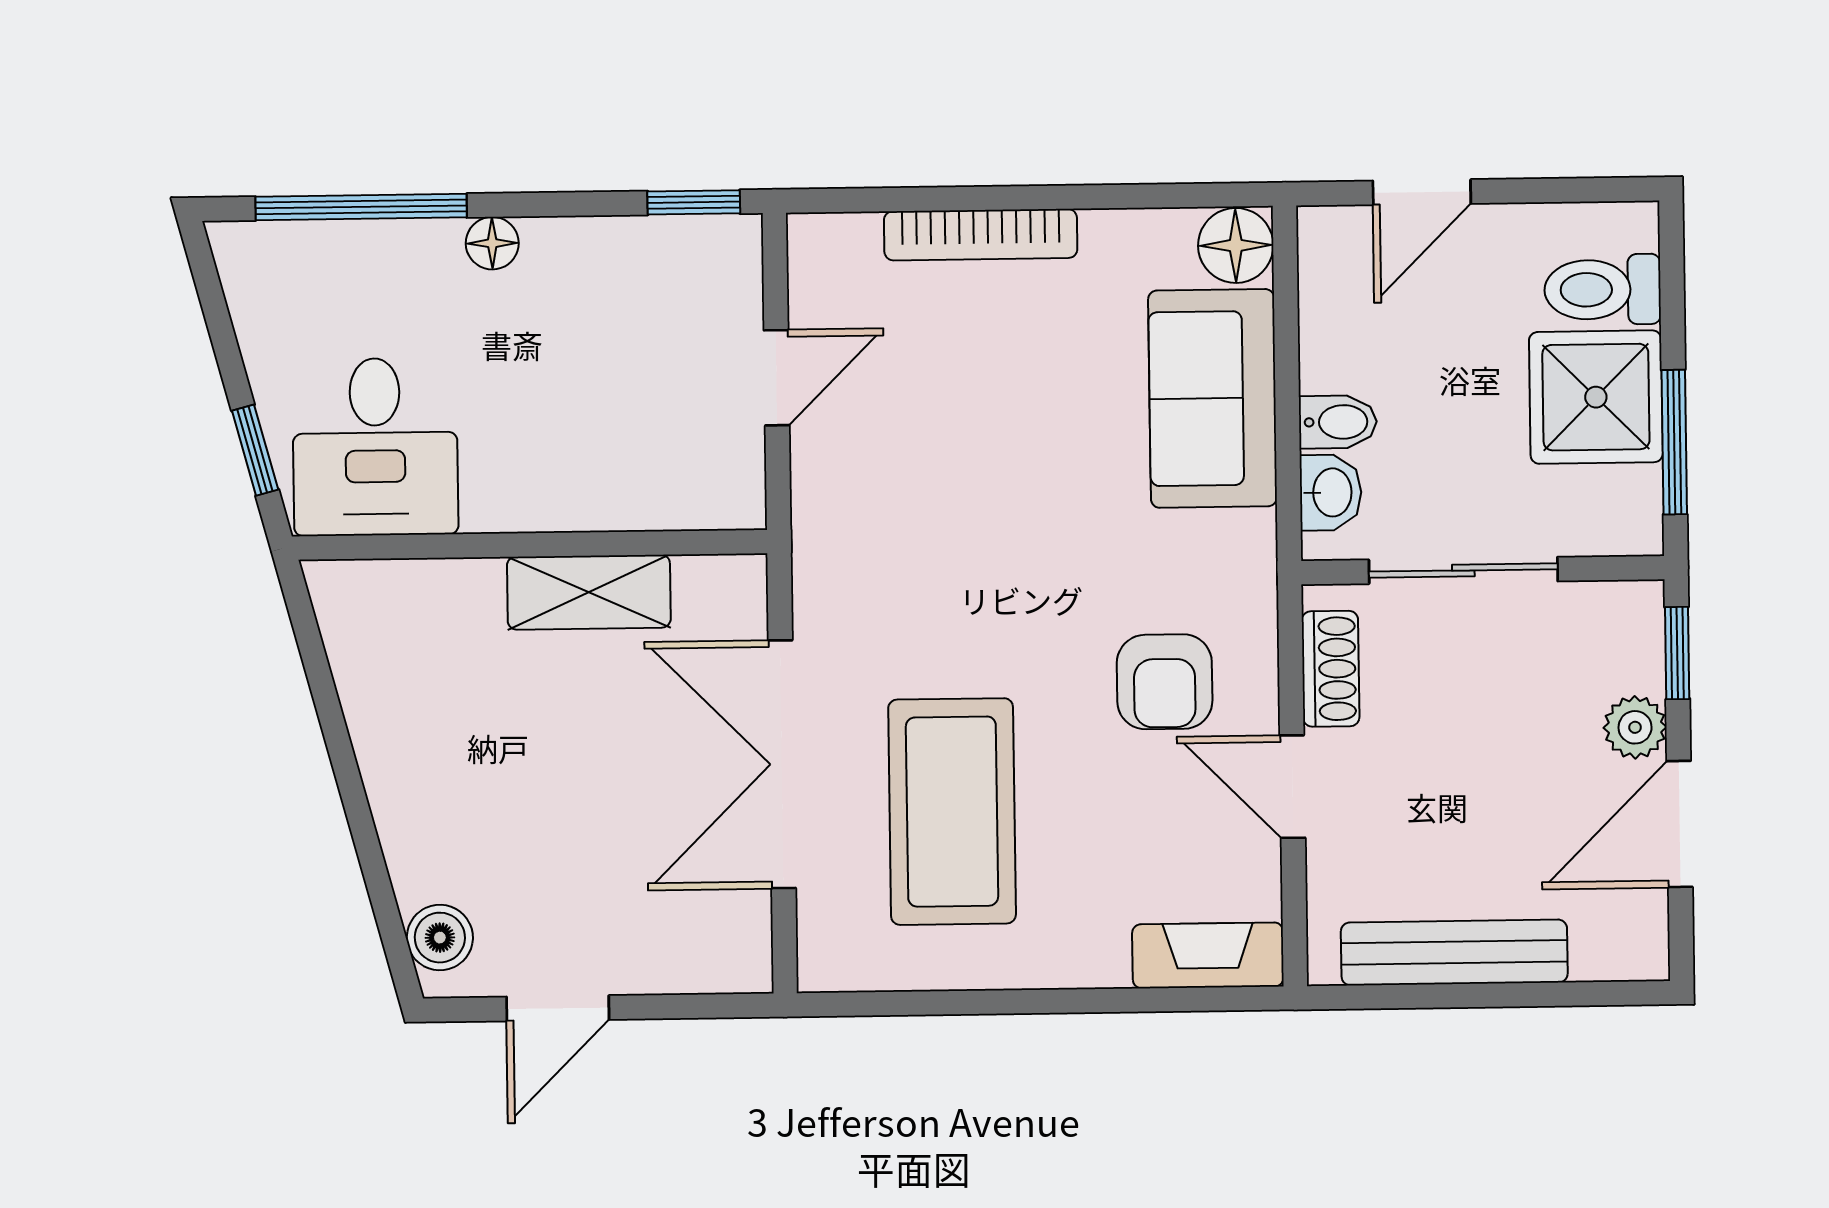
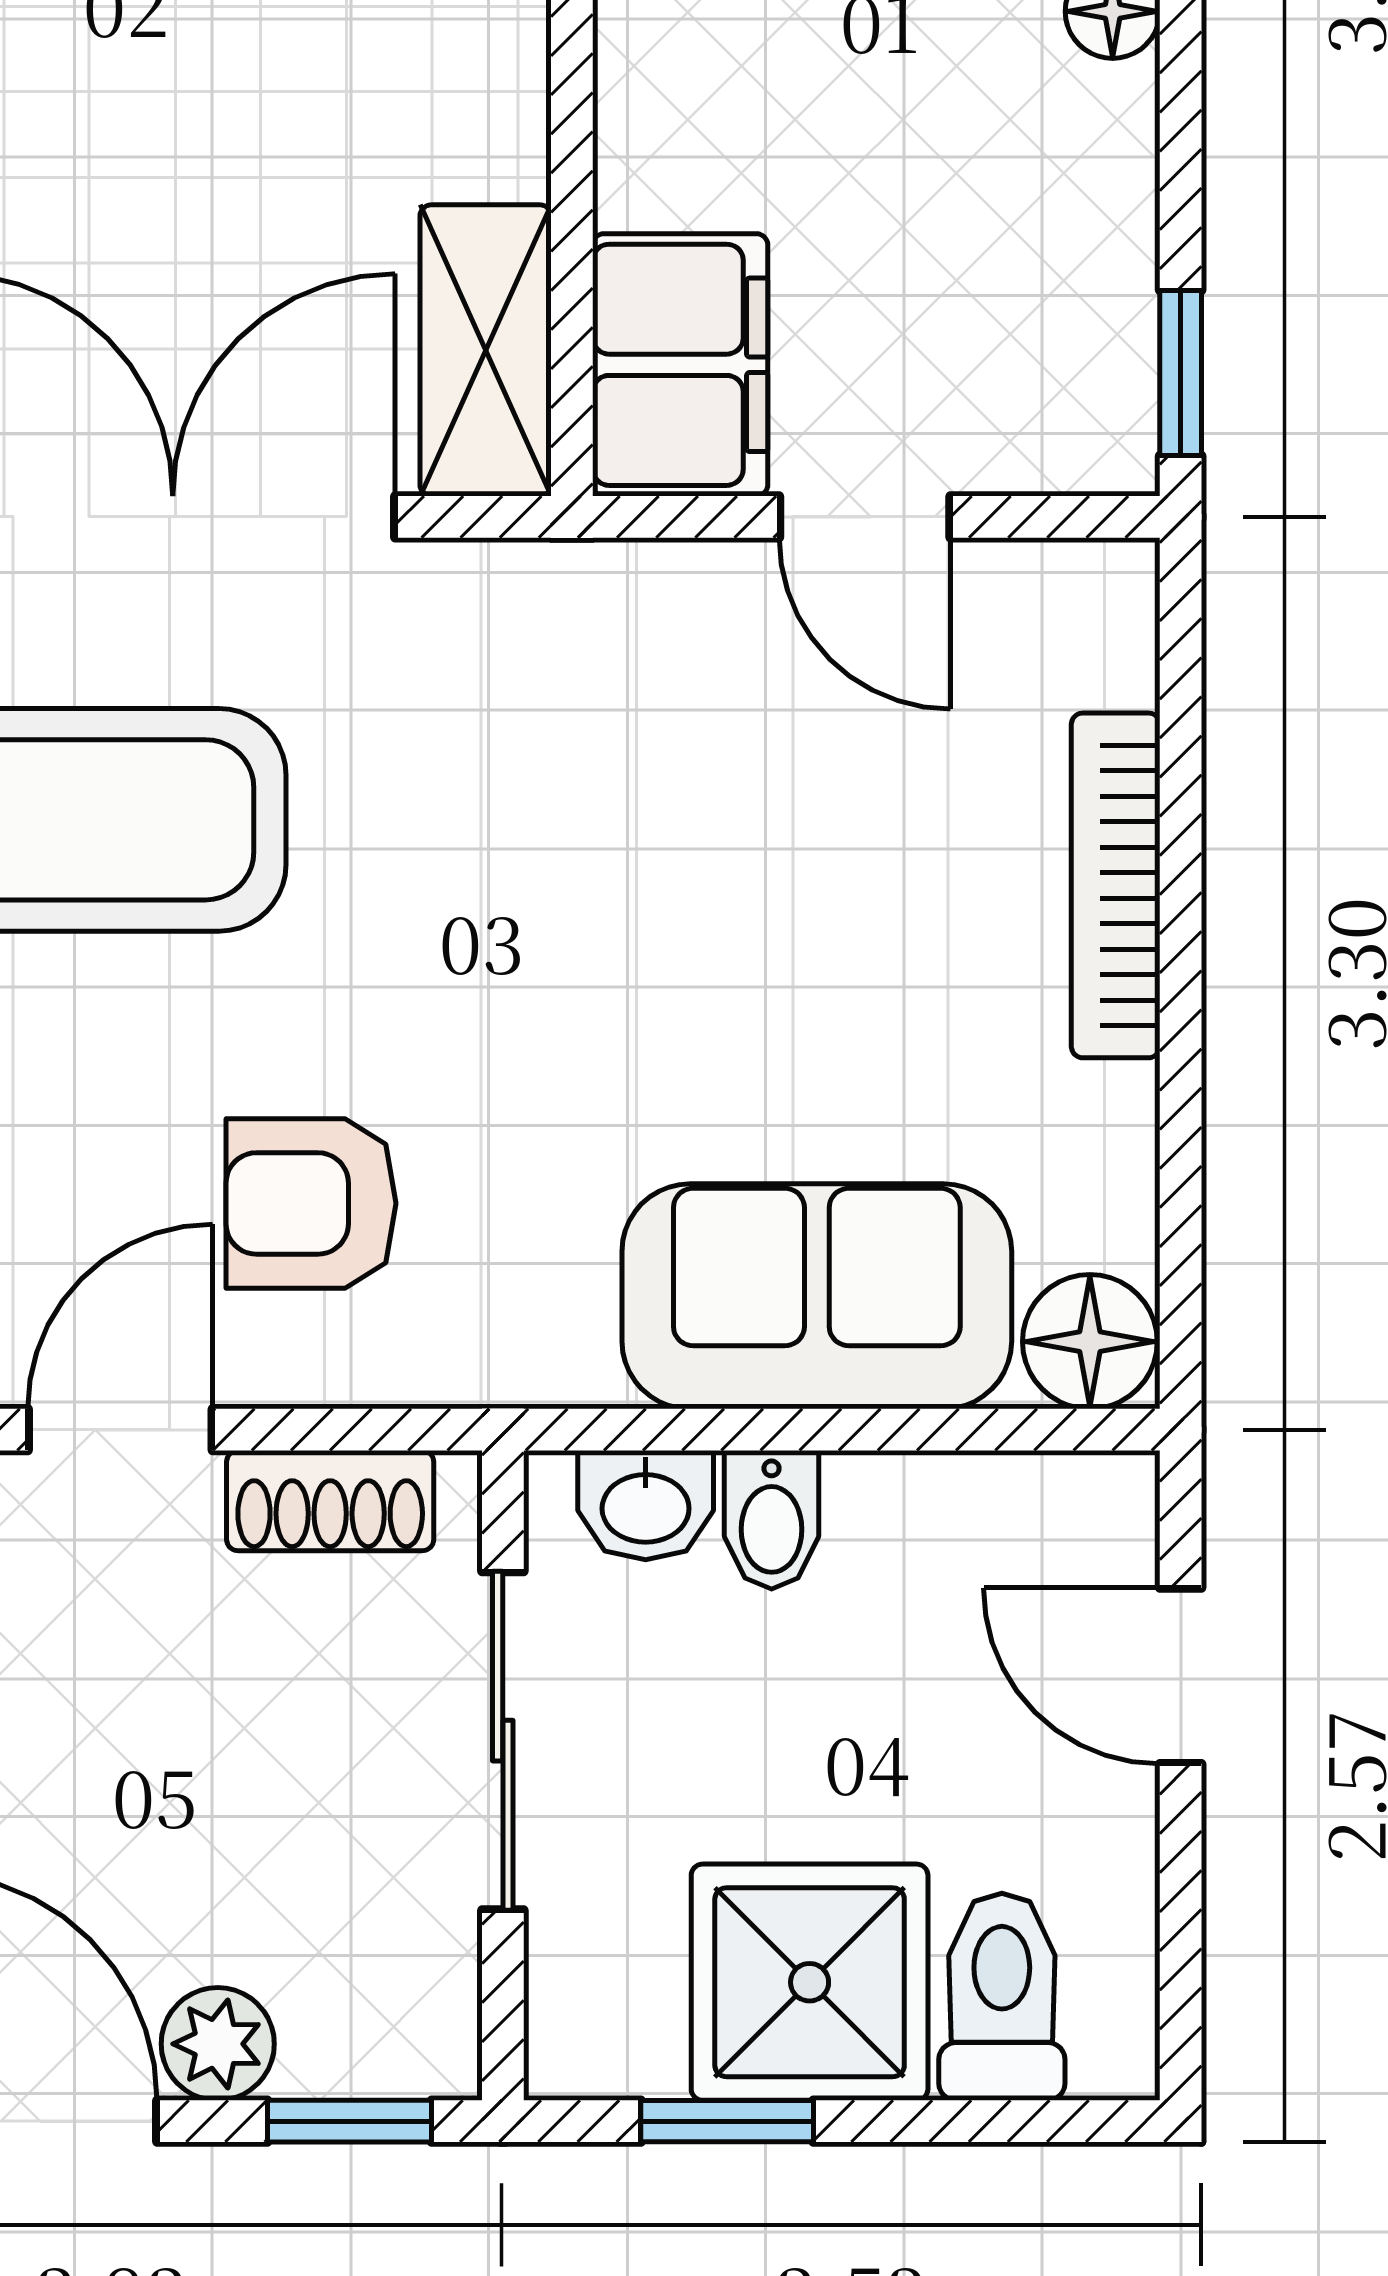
window: (1674, 442) -> (727, 2121), width x0.67
filing cabinet: (693, 482) -> (680, 365), added
shelving: (589, 592) -> (486, 350), moved

